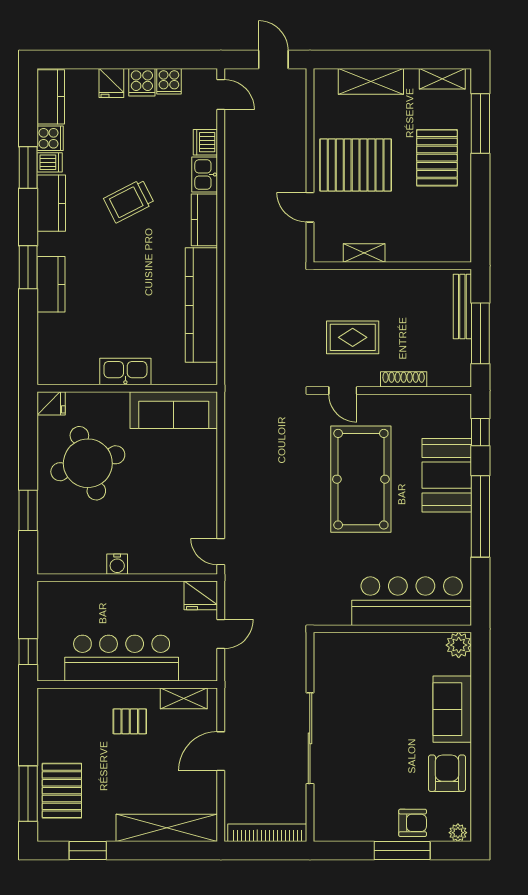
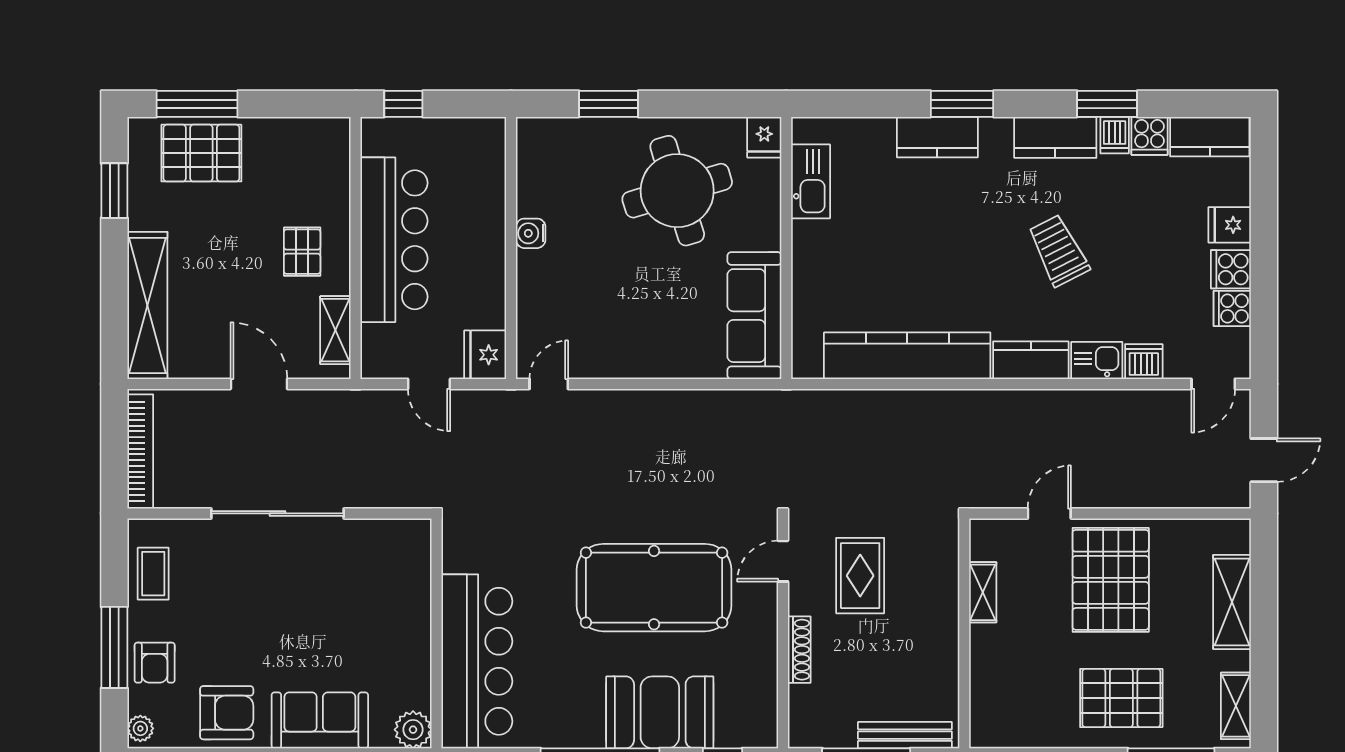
kitchen sink: (125, 371) -> (811, 181), moved
coffee table: (351, 824) -> (153, 574), added

